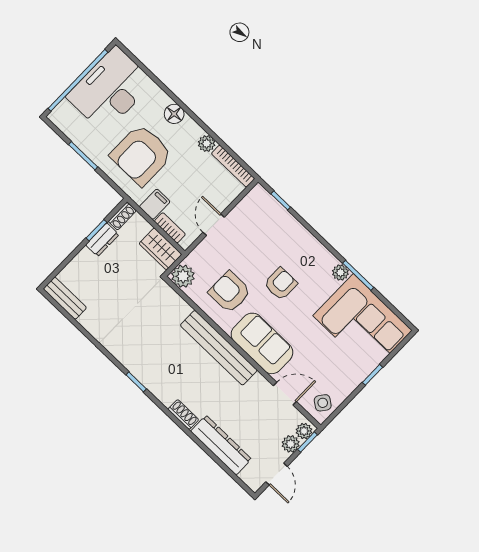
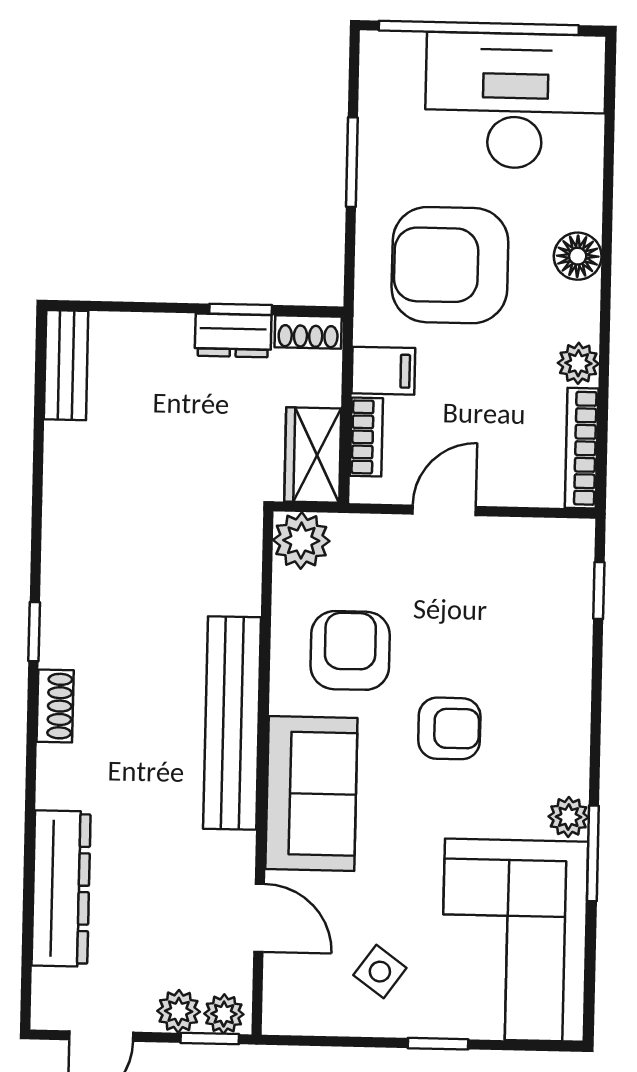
side table: (323, 403) -> (380, 972), moved
shoe rack: (183, 414) -> (55, 706), moved

